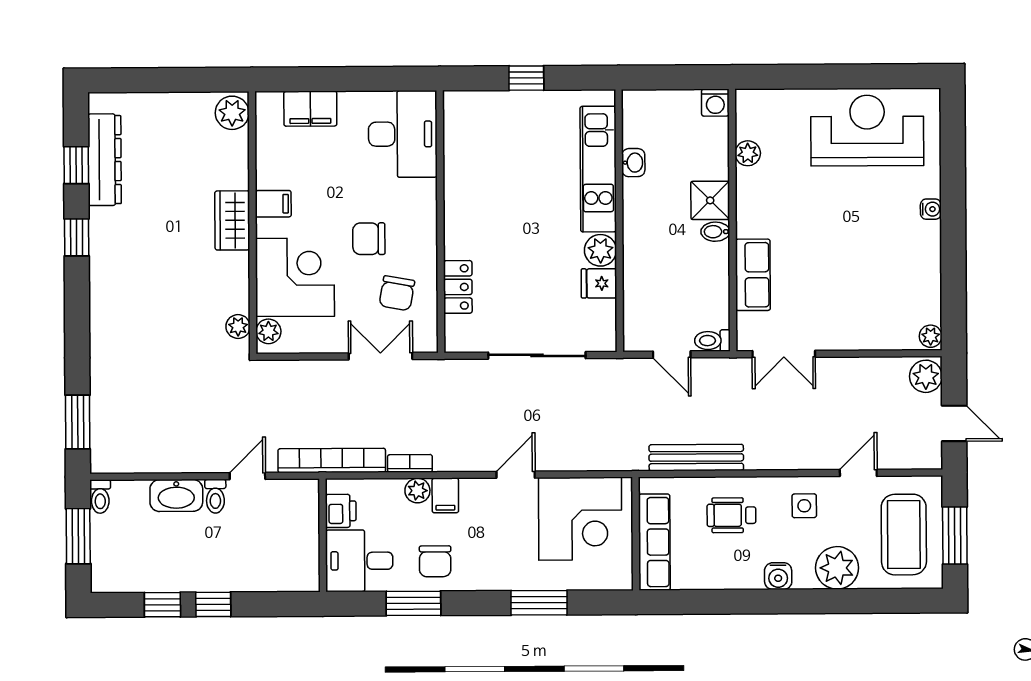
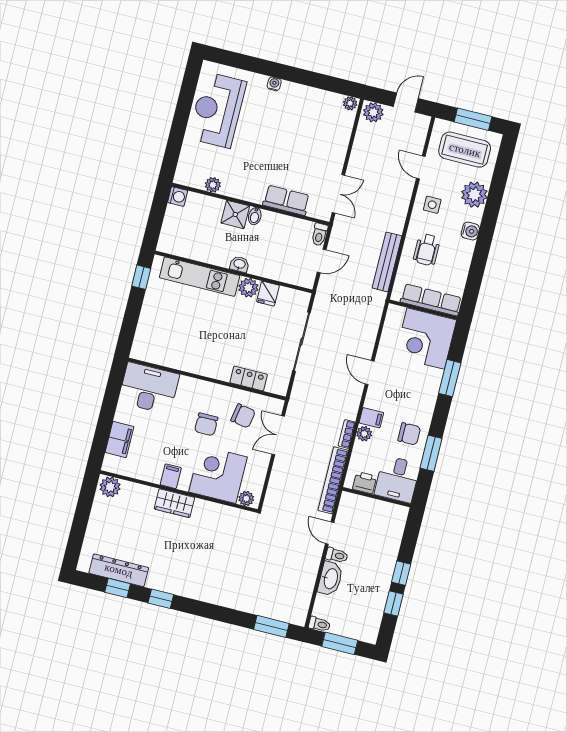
window: (526, 78) -> (141, 277), moved
washbasin: (633, 163) -> (239, 264), moved
plant: (238, 326) -> (239, 516), removed
corner desk: (580, 519) -> (426, 339), moved, turned 180

